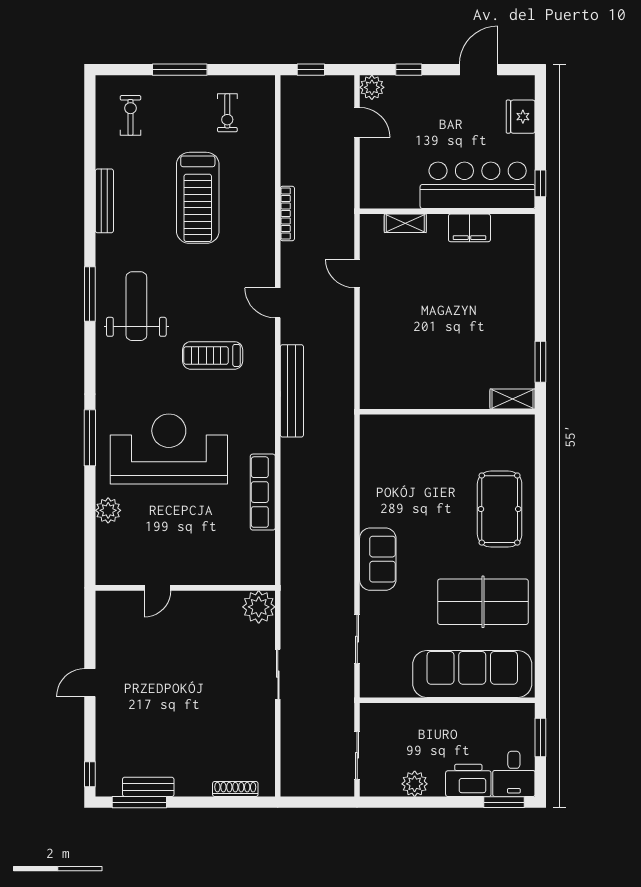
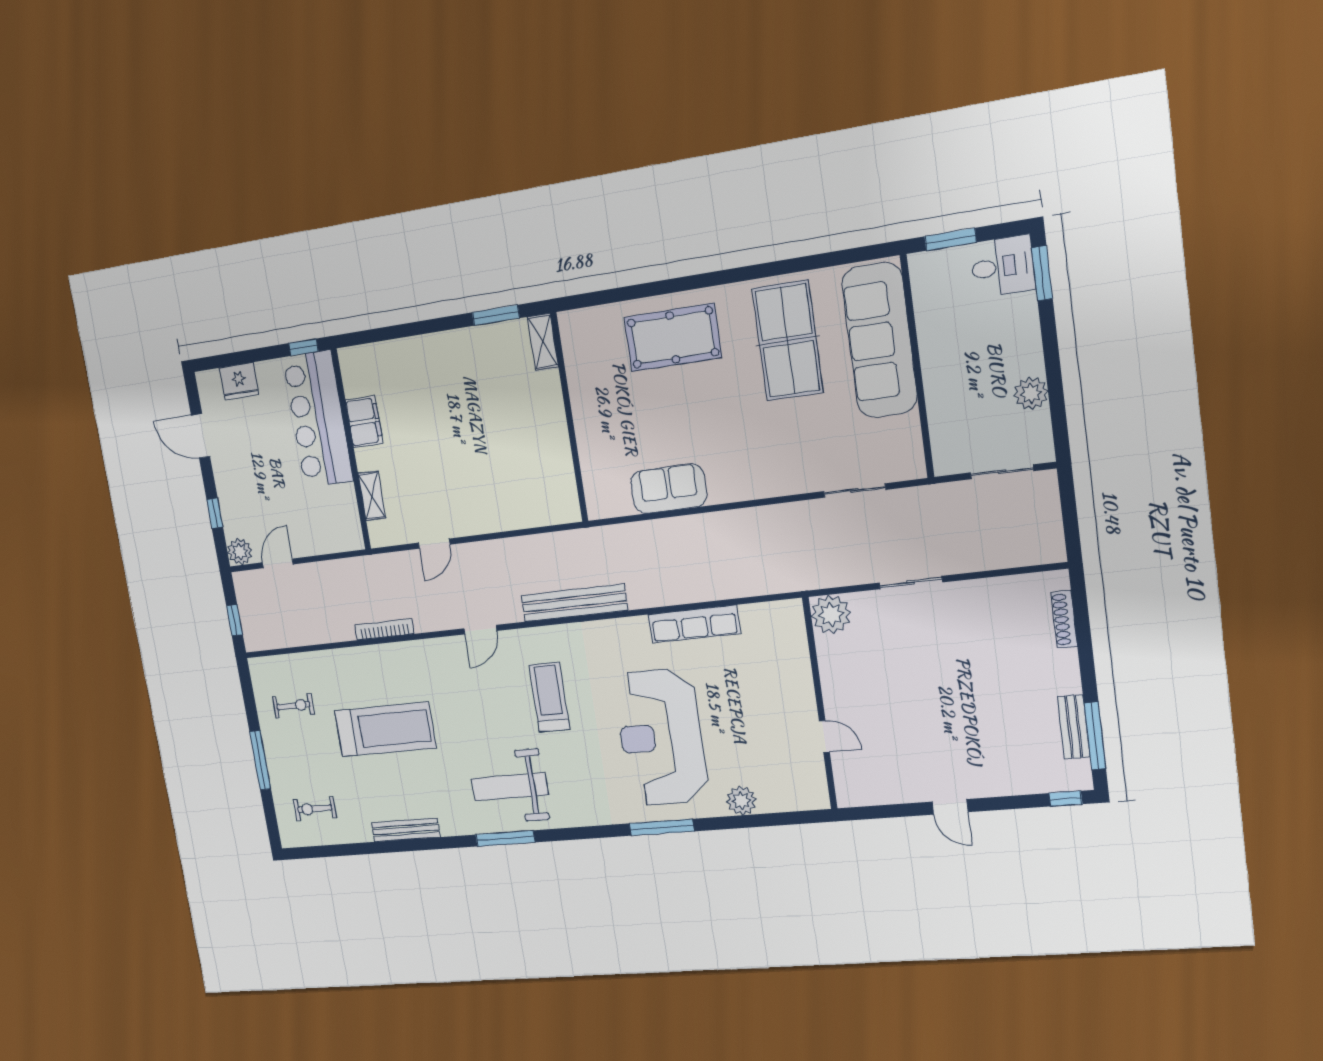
treadmill: (213, 355) -> (549, 697), turned 180
sofa: (378, 559) -> (669, 489), moved
printer: (468, 780) -> (1018, 324), removed

